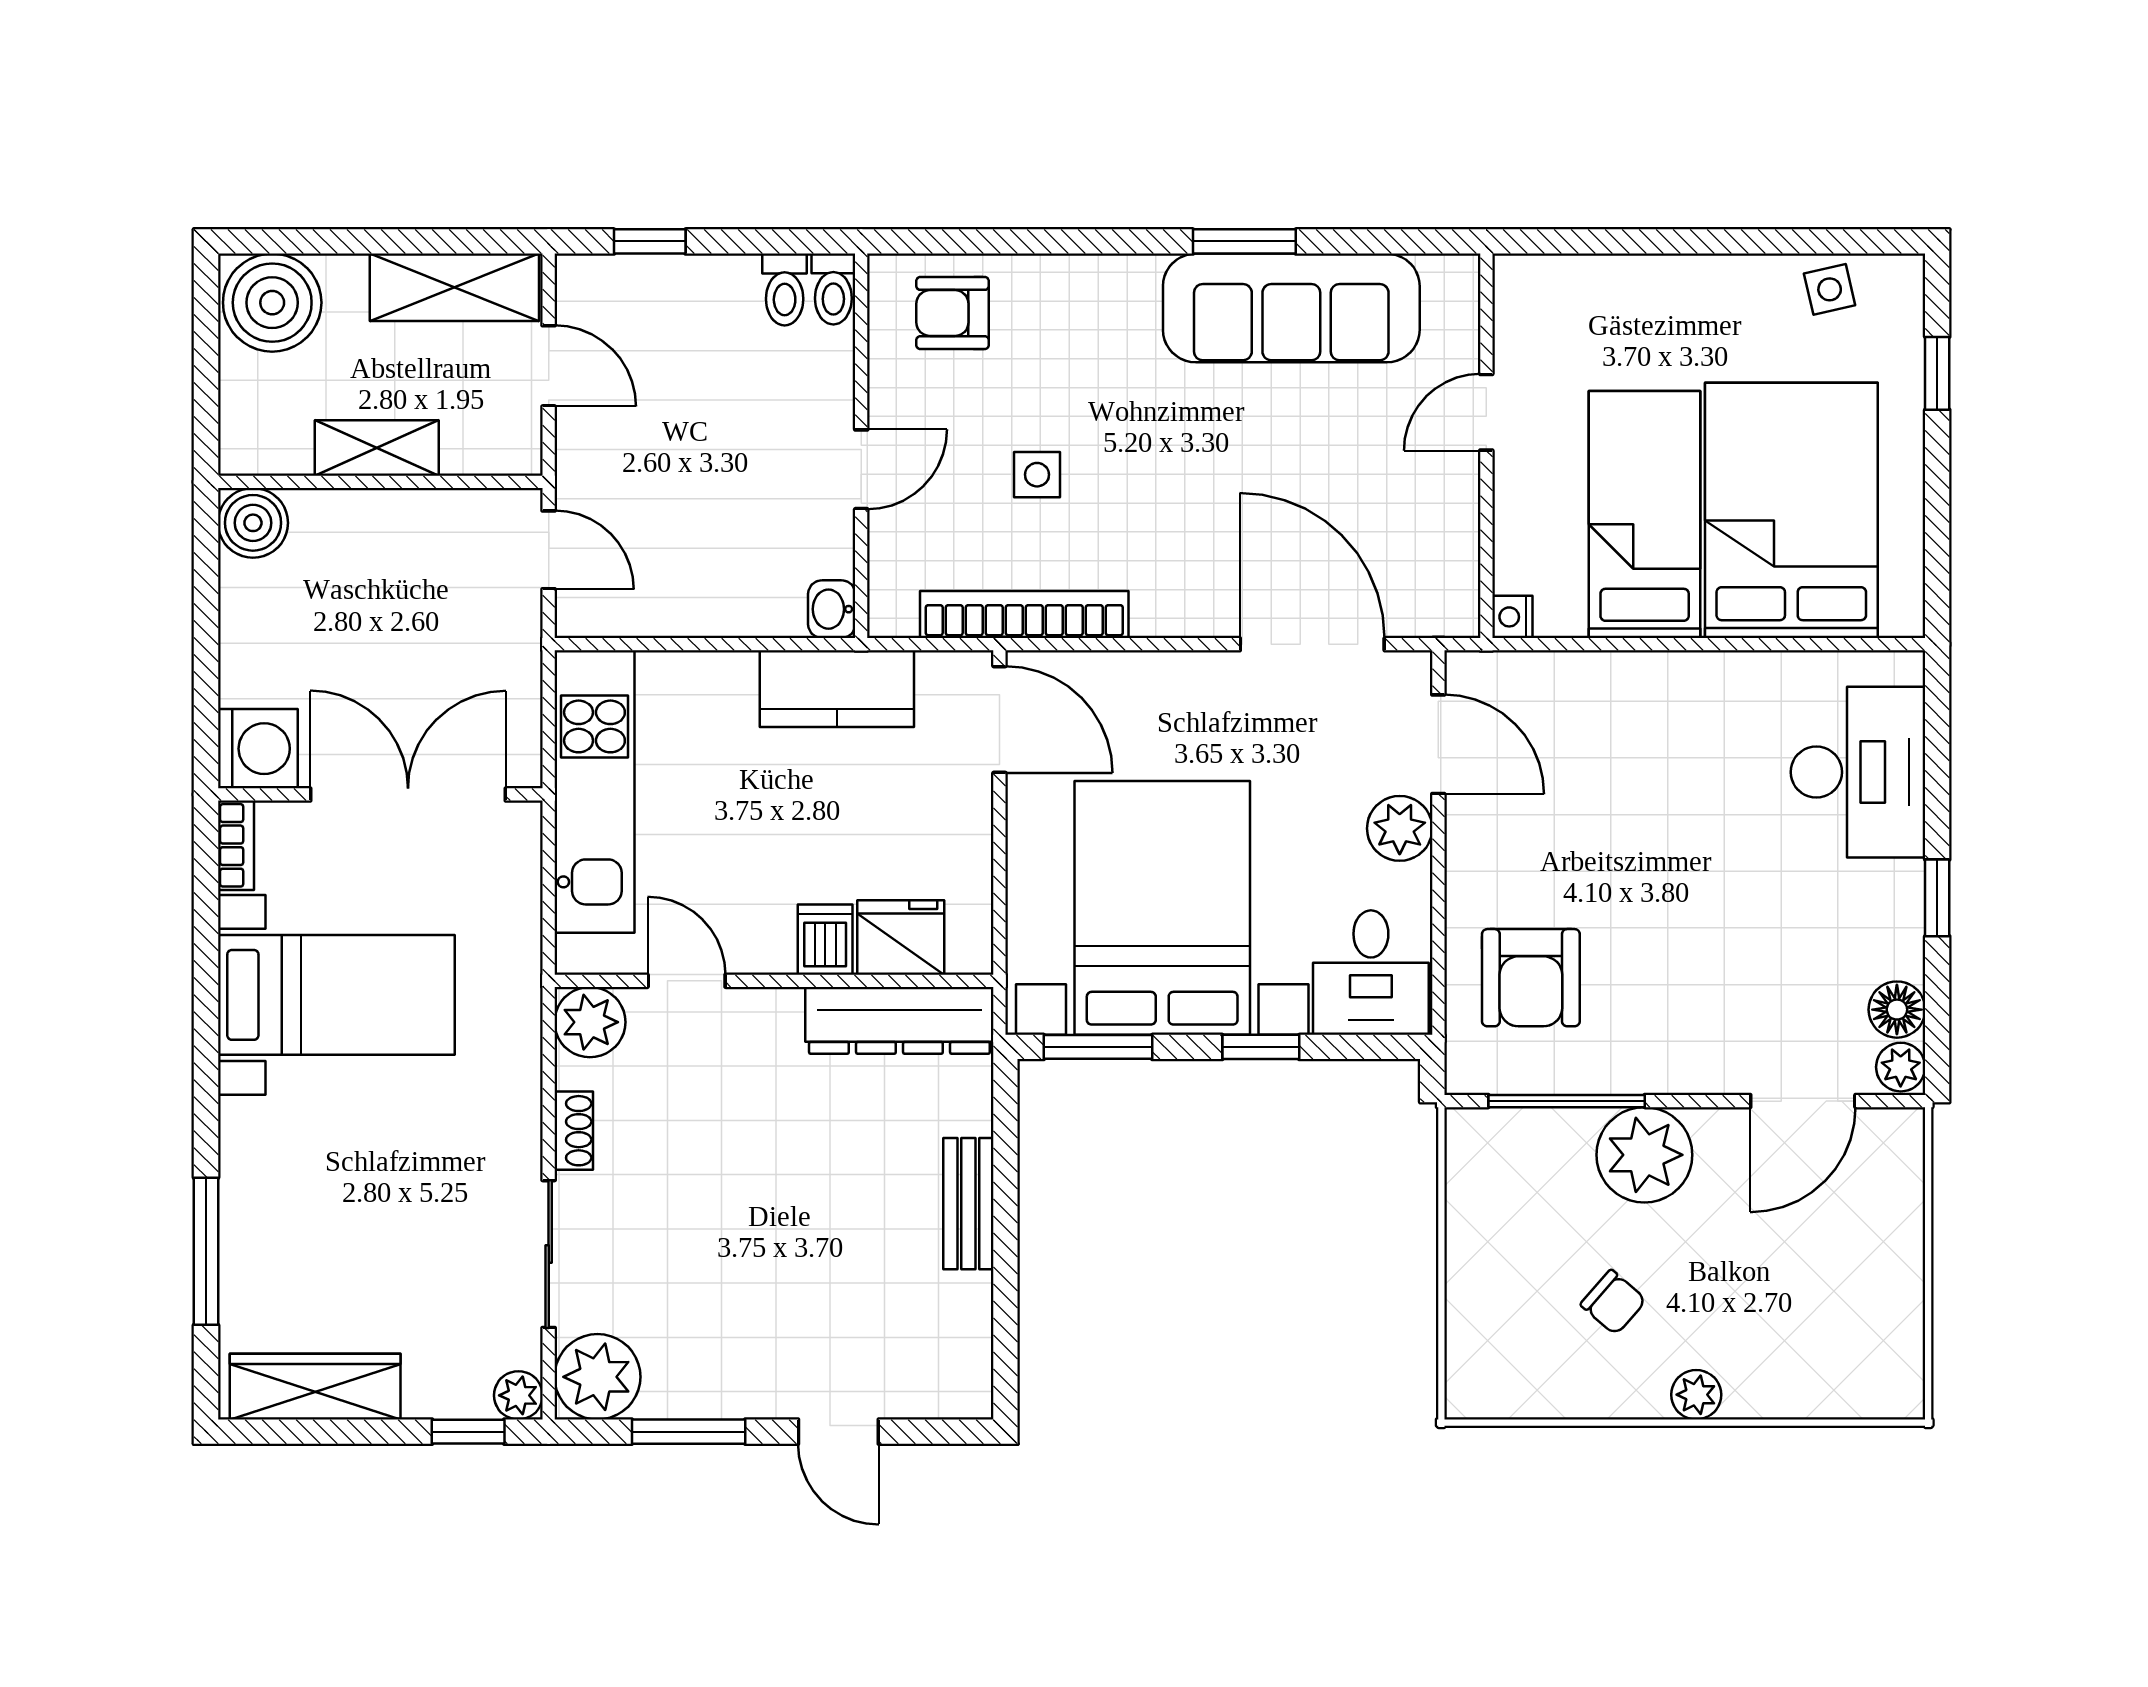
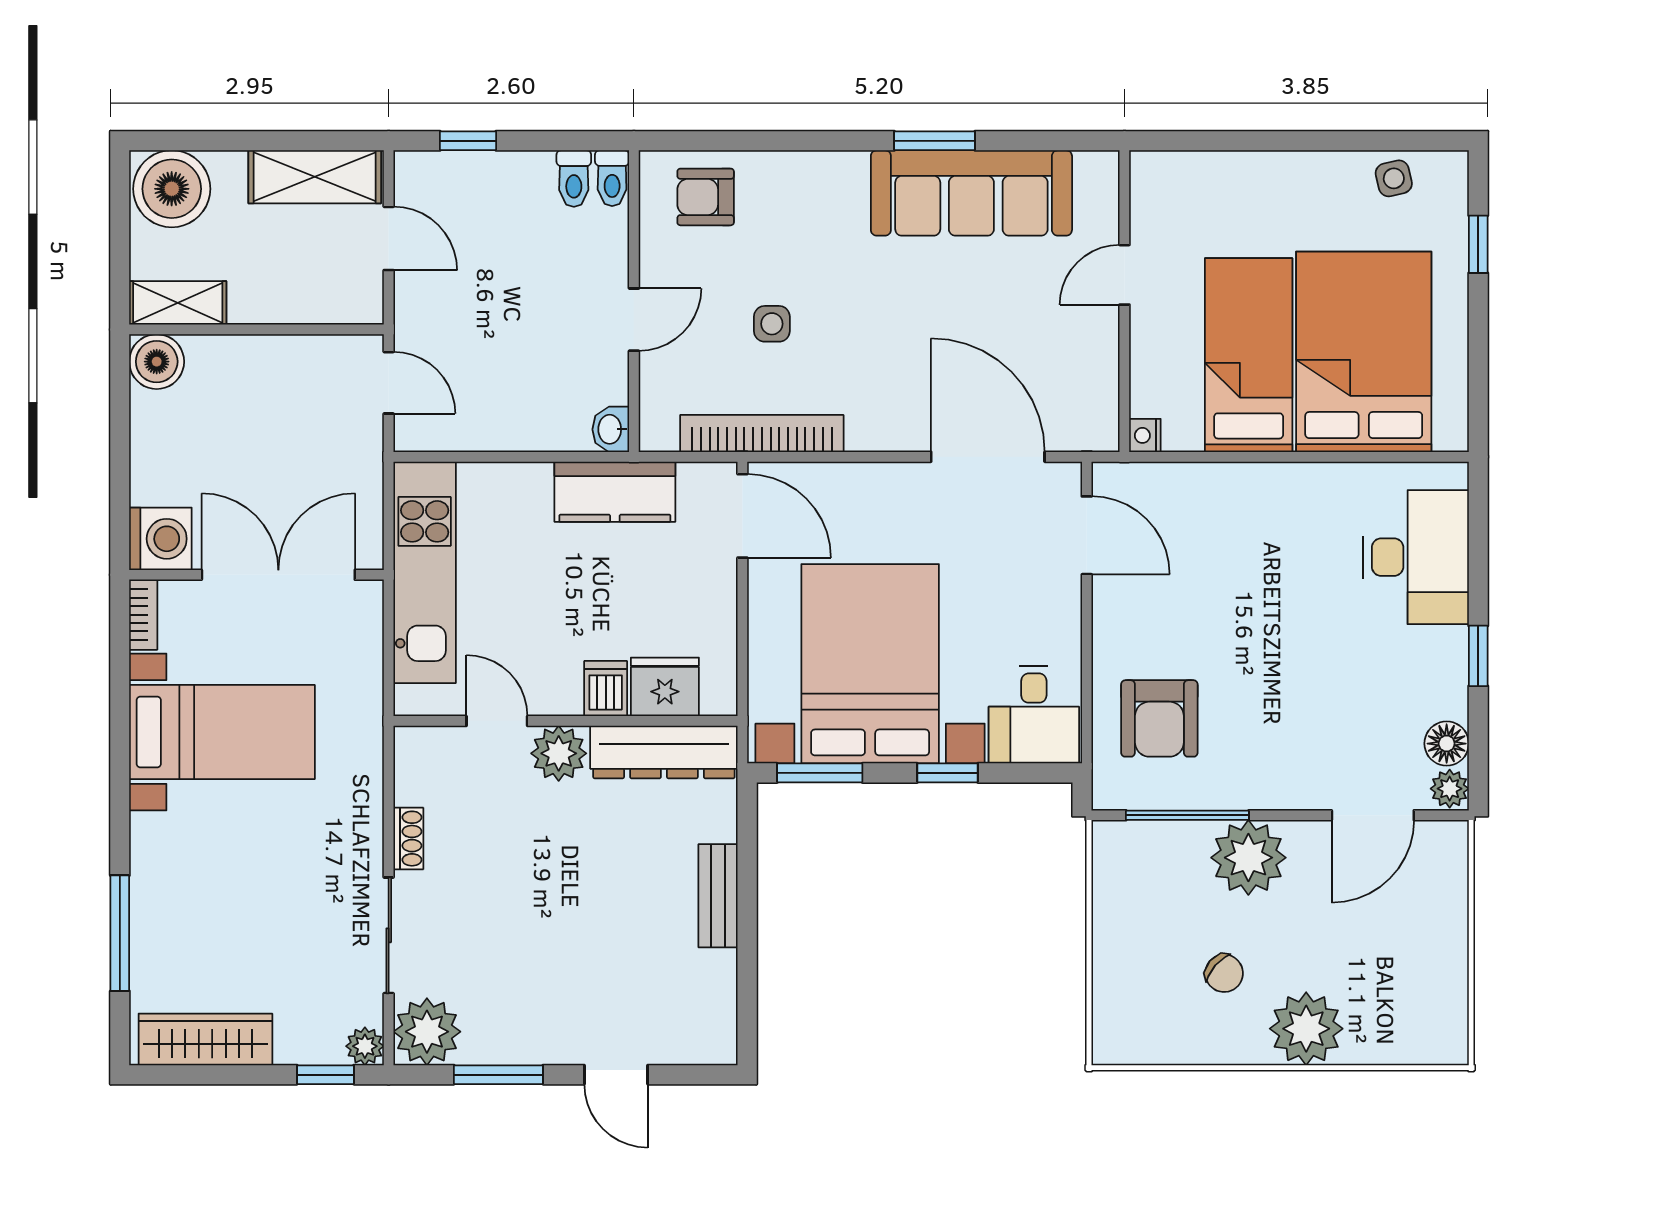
shelving: (377, 448) -> (178, 303), moved
plant: (1400, 828) -> (1056, 601), removed
plant: (590, 1022) -> (559, 753), moved
plant: (1696, 1395) -> (1306, 1029), width x1.87, depth x1.87

